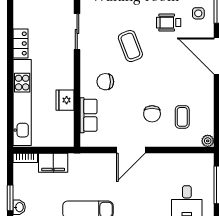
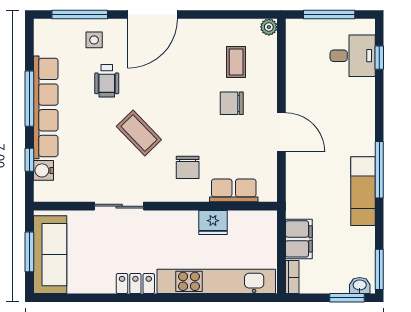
coffee table: (130, 46) -> (139, 133), turned 67
chair: (152, 114) -> (232, 103), turned 180
coffee table: (182, 117) -> (236, 62), turned 90

